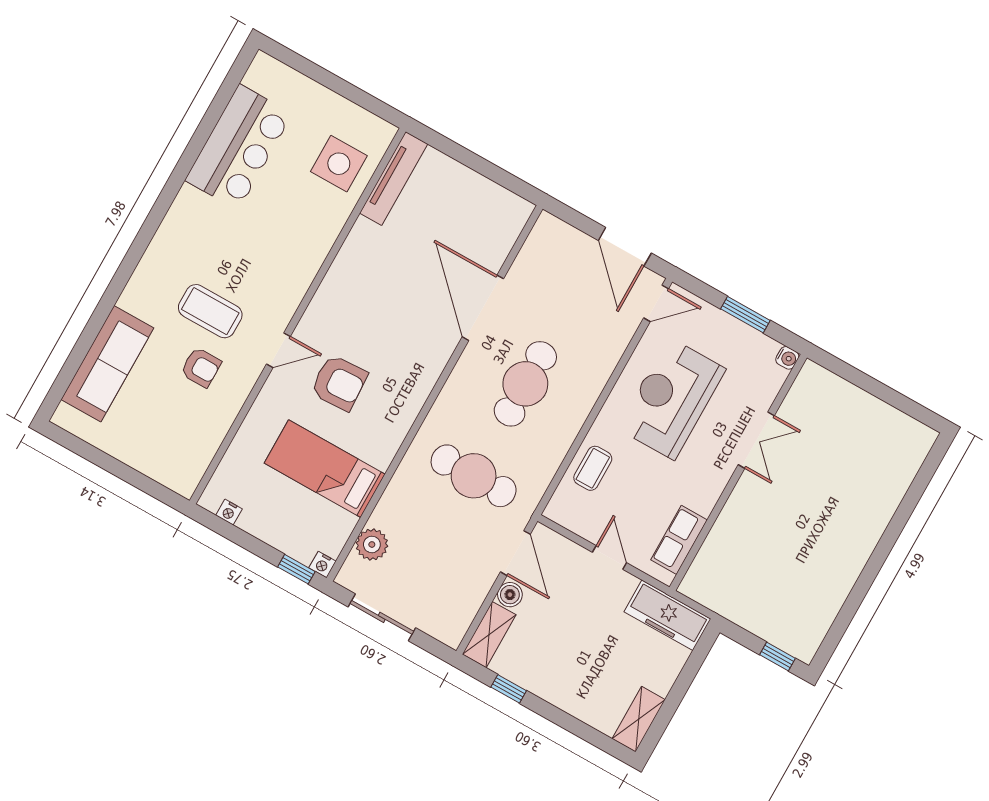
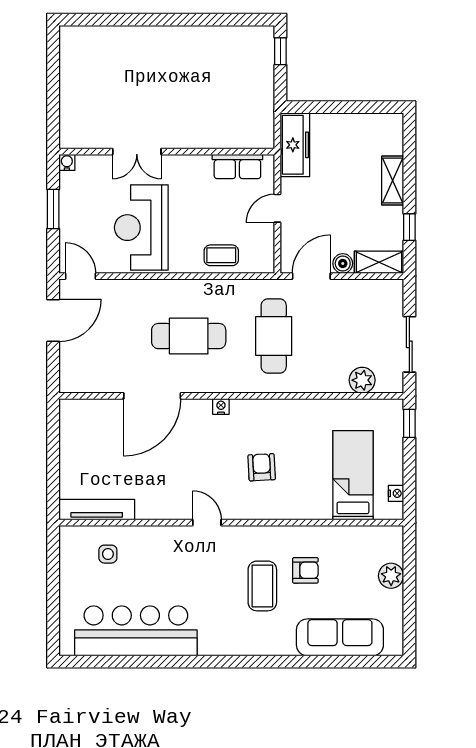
bar counter: (239, 147) -> (136, 631), width x1.36
side table: (339, 164) -> (108, 554), width x0.54, depth x0.54
door: (278, 350) -> (207, 523), moved
armchair: (201, 367) -> (305, 570), turned 90
armchair: (339, 383) -> (262, 467), width x0.72, depth x0.72
reception desk: (672, 399) -> (141, 228), turned 90
double door: (756, 440) -> (137, 152), swing flipped
plant: (143, 457) -> (391, 576), added
bed: (325, 469) -> (353, 475), moved, turned 180
nightstand: (322, 565) -> (221, 407), moved, turned -90
shelving: (639, 719) -> (393, 180), moved, turned 90

